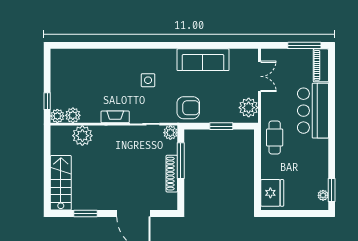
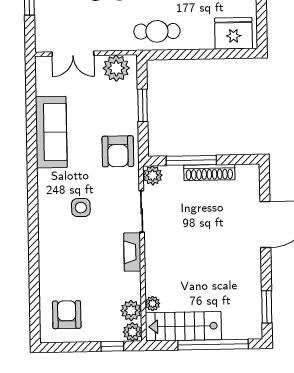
armchair: (71, 69) -> (67, 315), added
double door: (259, 76) -> (73, 54), swing flipped
armchair: (188, 108) -> (118, 151), turned 180
plant: (82, 136) -> (153, 303), width x0.53, depth x0.53
window: (47, 174) -> (213, 345), added
stairs: (61, 183) -> (183, 326), moved
window: (86, 213) -> (267, 307), moved

